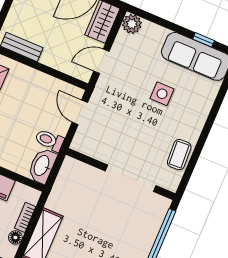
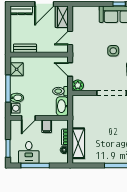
plant: (132, 24) -> (78, 85), moved
side table: (162, 94) -> (113, 51), moved

